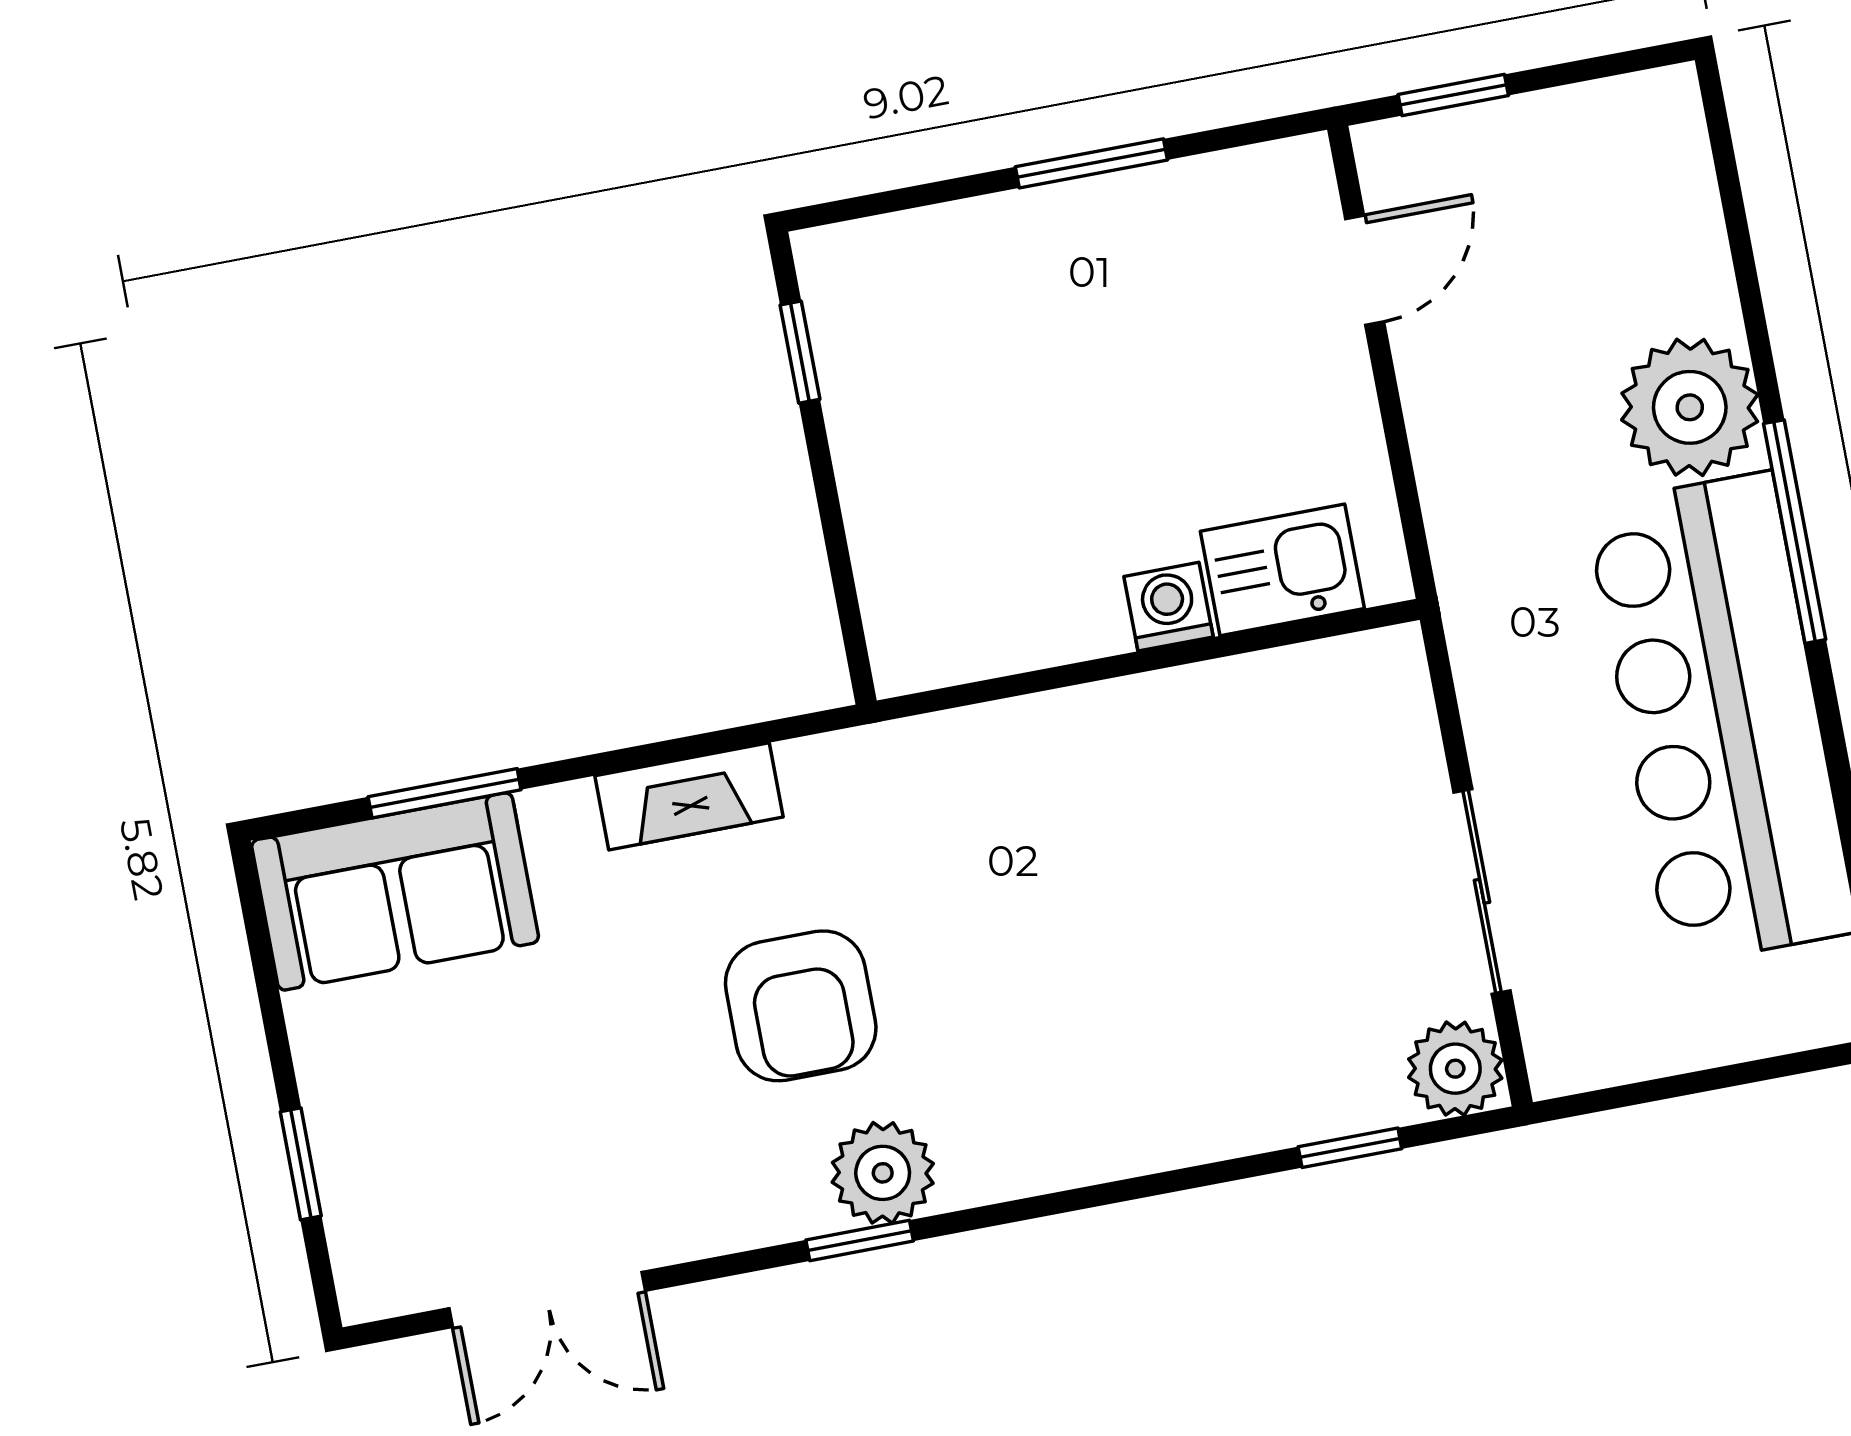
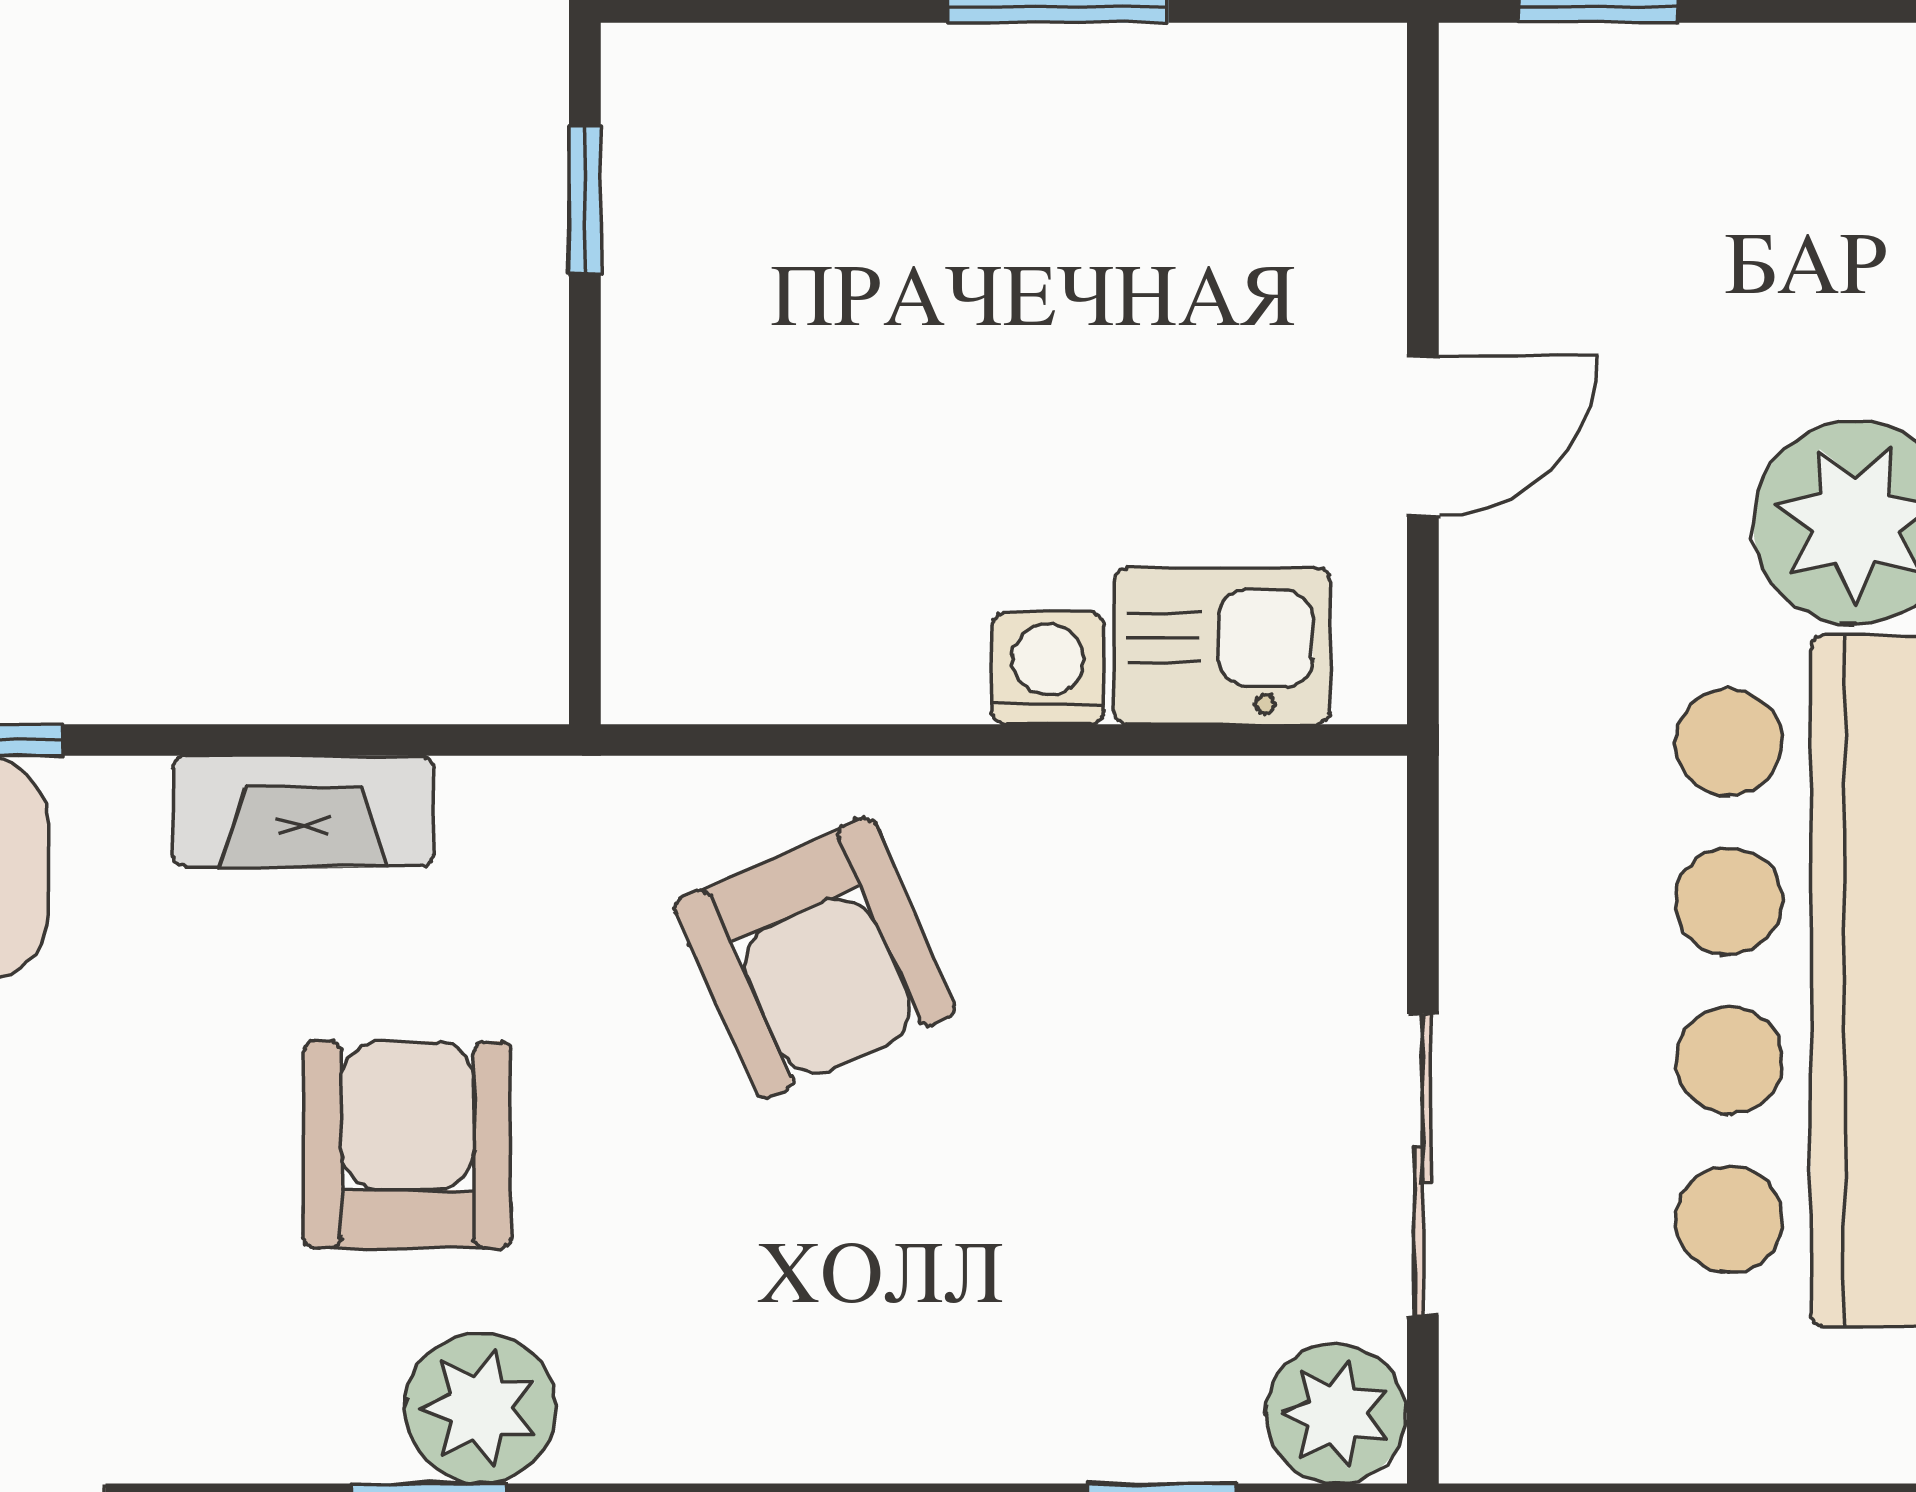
door: (1365, 270) -> (1423, 436), moved
armchair: (1050, 830) -> (815, 958), added
armchair: (801, 1006) -> (407, 1144), turned 180

